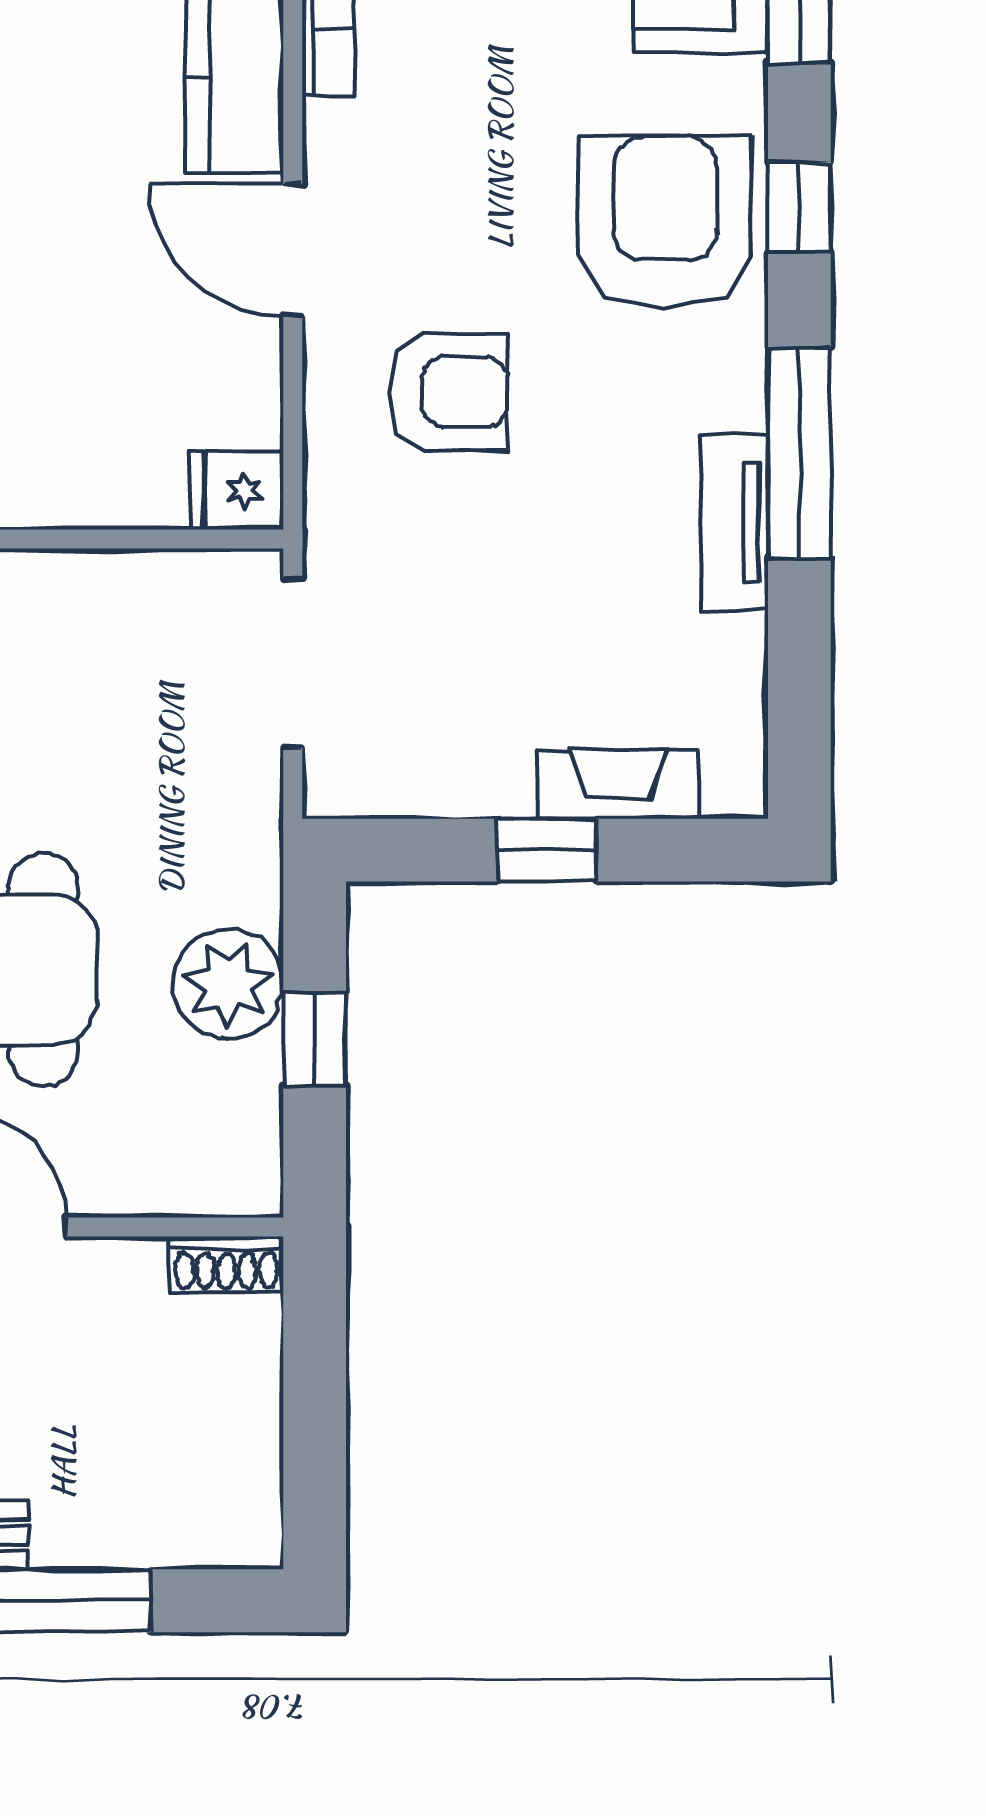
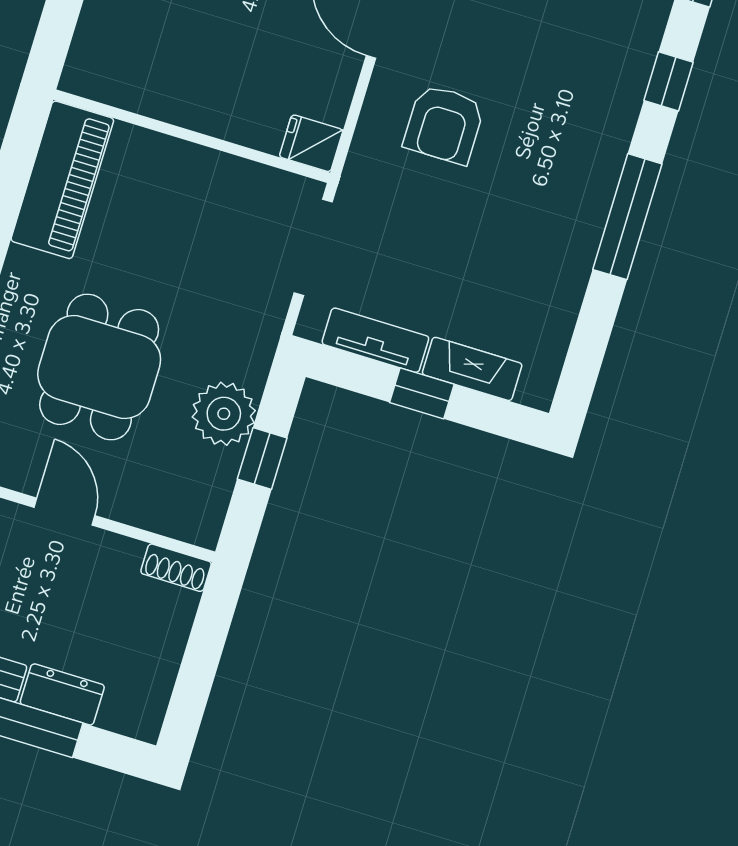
armchair: (665, 222) -> (592, 67), removed
armchair: (448, 392) -> (444, 124), turned 90
tv unit: (734, 522) -> (375, 340), moved, turned 90
dresser: (101, 1532) -> (62, 694), added

